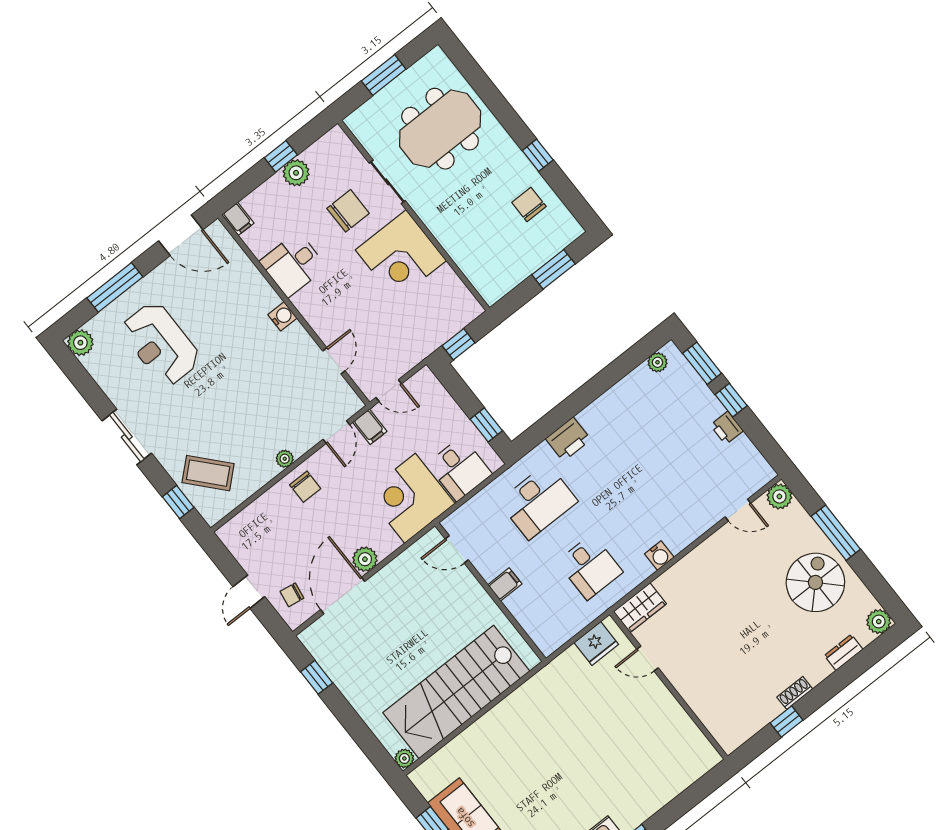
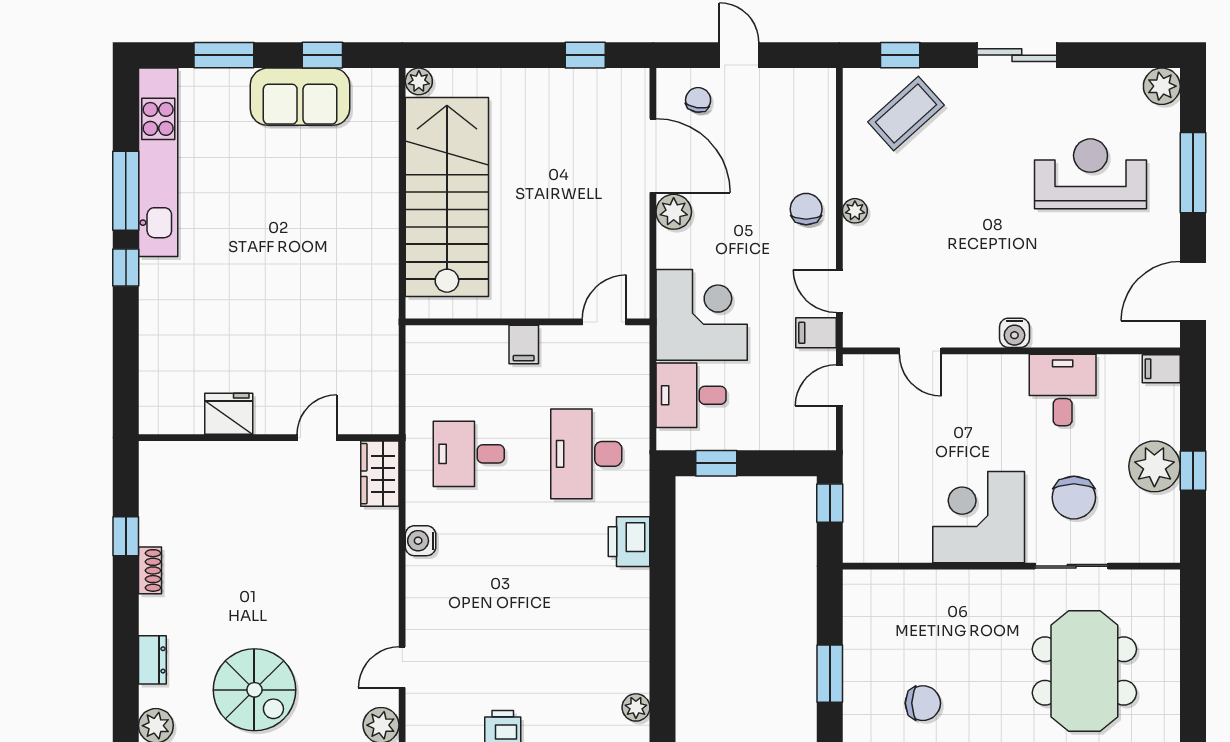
window: (384, 75) -> (1193, 656), removed
plant: (296, 173) -> (1154, 466), width x1.36, depth x1.36
chair: (305, 487) -> (806, 209), turned 90
fridge: (596, 643) -> (229, 414), moved, turned 90

